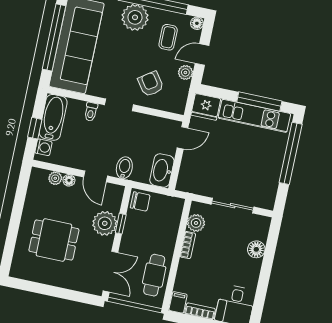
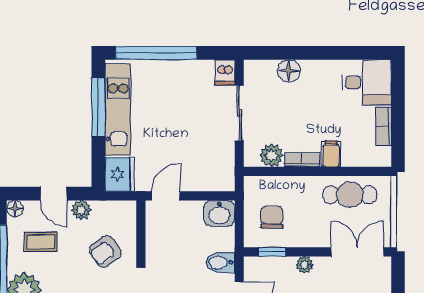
door: (182, 138) -> (166, 196), hinge flipped
washbasin: (162, 170) -> (219, 213), width x0.72
chair: (140, 201) -> (272, 217), moved
dishwasher: (265, 201) -> (225, 72), added
plant: (105, 223) -> (304, 265), width x0.53, depth x0.53
window: (121, 224) -> (272, 252), moved
filing cabinet: (178, 302) -> (331, 154), moved, turned 90

